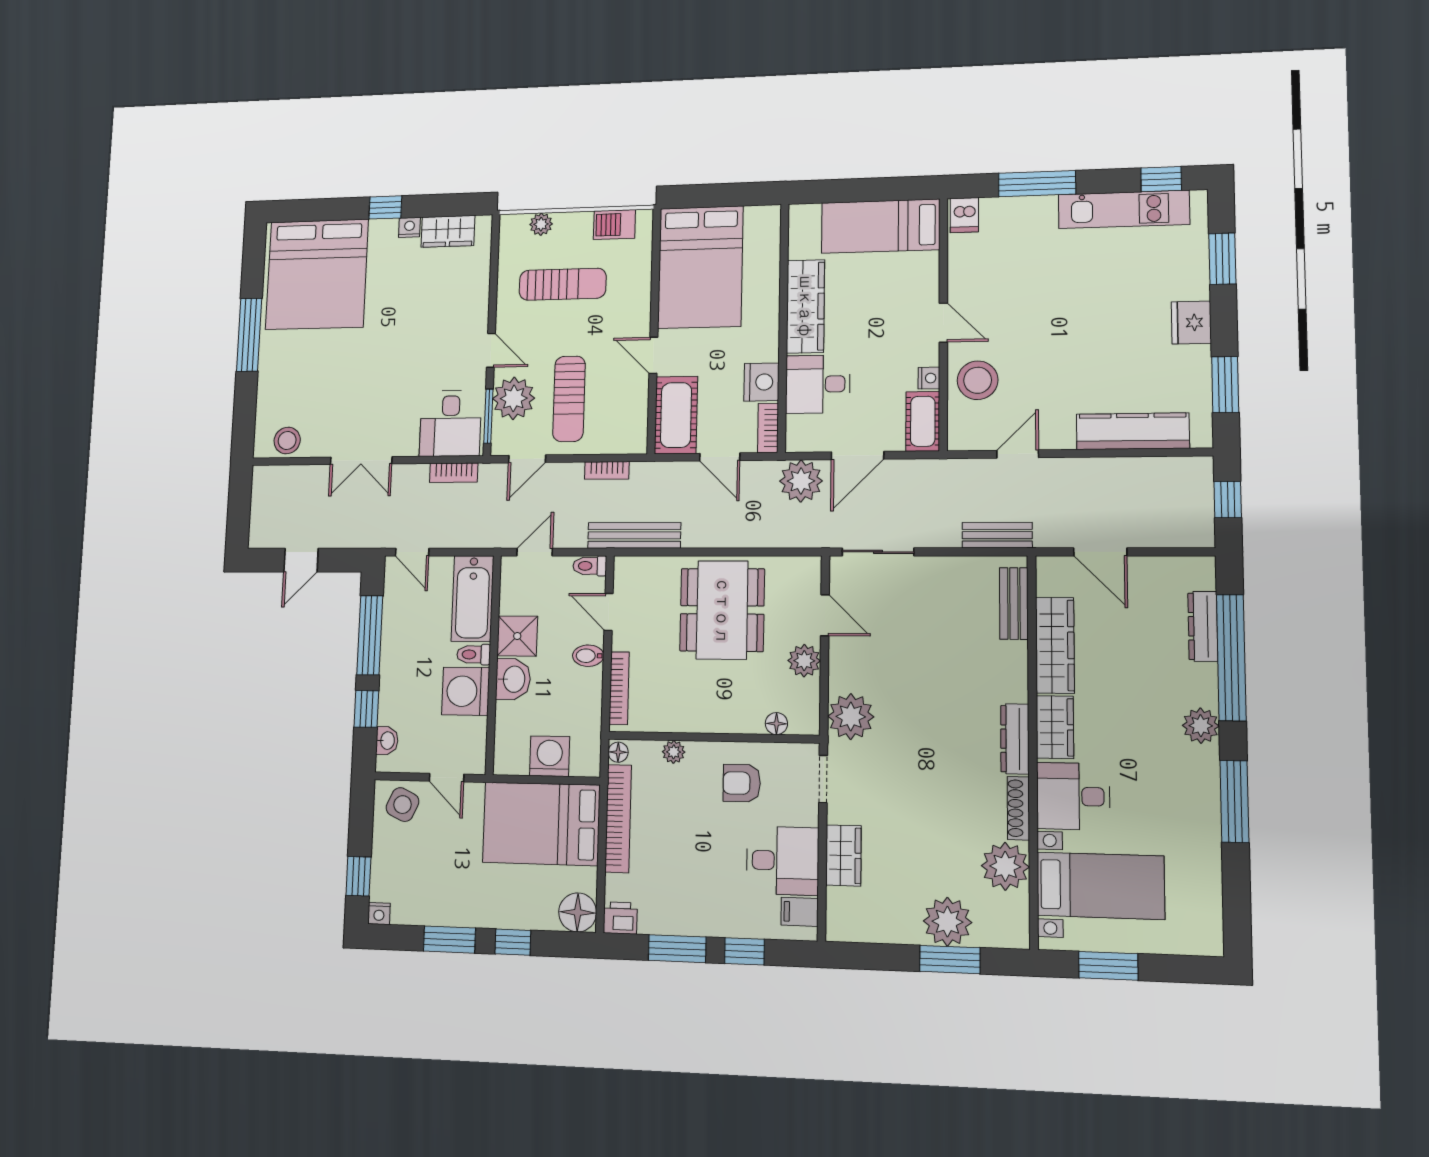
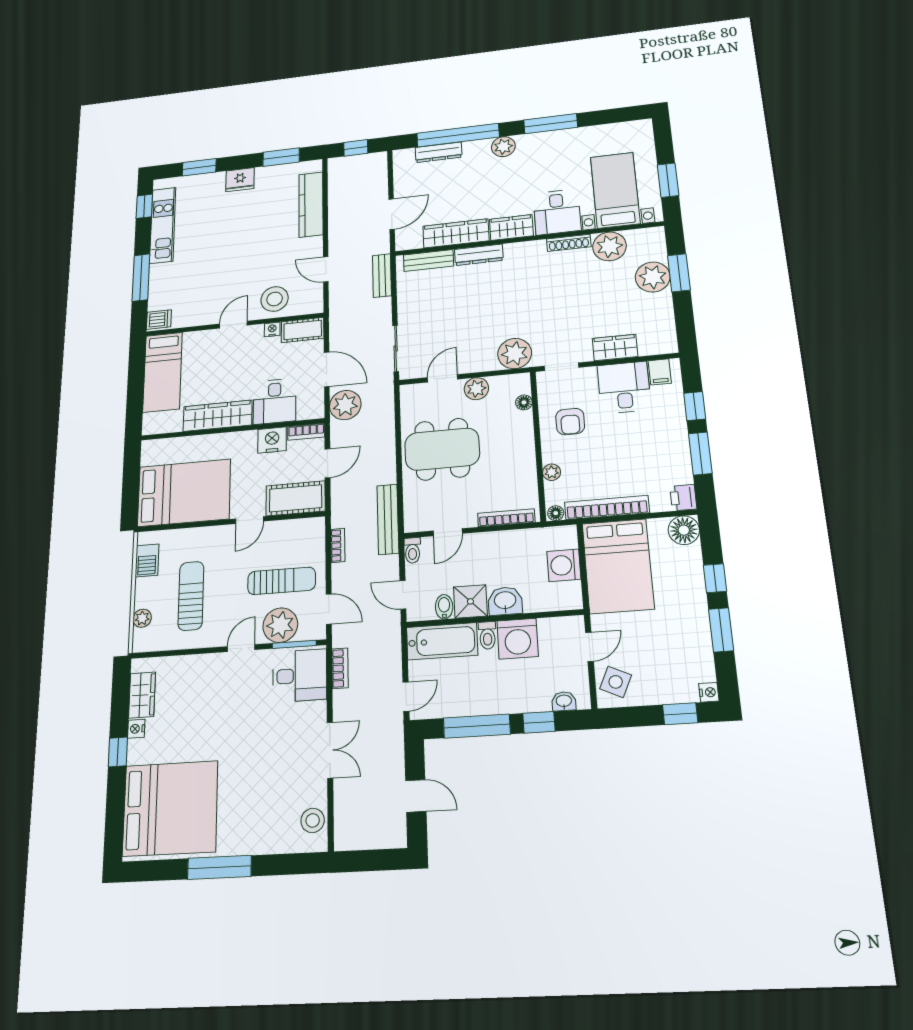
bidet: (588, 656) -> (444, 607), moved, turned 180
dresser: (1015, 739) -> (479, 255), moved

